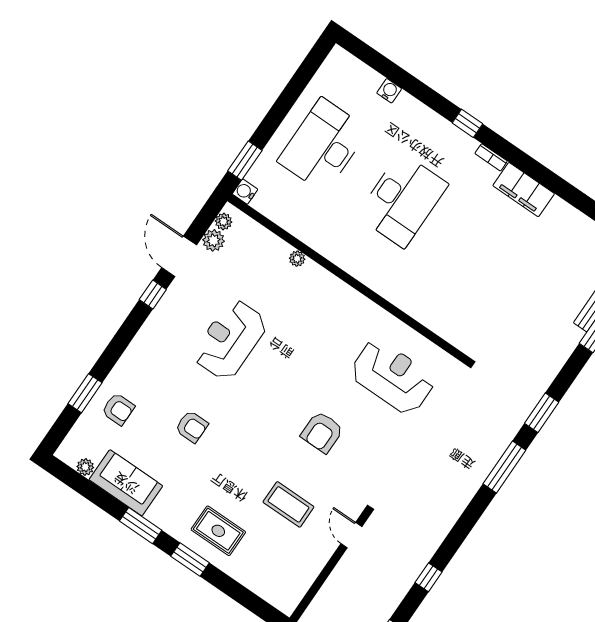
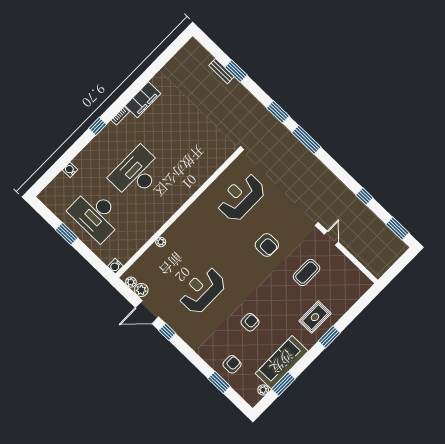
window: (245, 161) -> (67, 234), moved
desk: (402, 200) -> (136, 173), turned -90
reception desk: (230, 340) -> (202, 290), turned 90
sofa: (126, 483) -> (282, 362), width x1.36
window: (141, 526) -> (283, 384), moved
door: (351, 535) -> (331, 238), swing flipped

